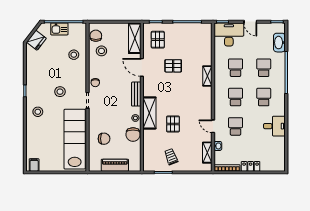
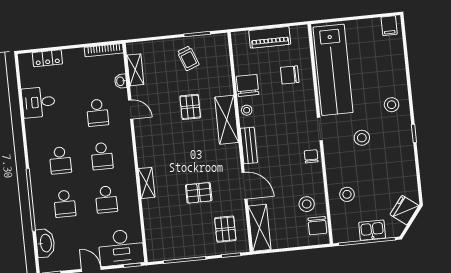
desk: (274, 126) -> (38, 102), moved
locker: (251, 166) -> (47, 58), moved

